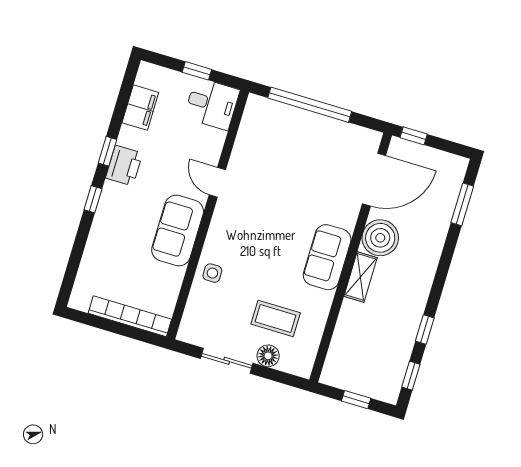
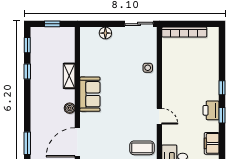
sofa: (178, 230) -> (173, 85), removed
boiler: (380, 238) -> (70, 108), width x0.54, depth x0.54
shelving: (360, 277) -> (69, 76), moved
coffee table: (276, 318) -> (142, 148), moved
sliding door: (227, 361) -> (139, 24), moved

